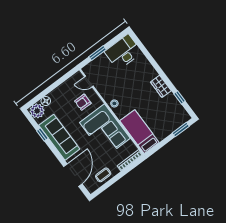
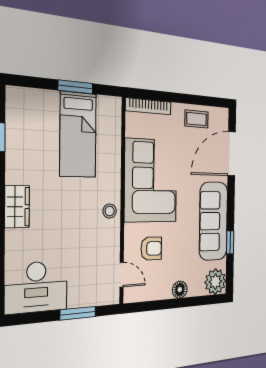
wardrobe: (161, 86) -> (17, 207), moved
floor lamp: (46, 101) -> (180, 290), moved
window: (181, 130) -> (75, 87), moved
bed: (139, 132) -> (78, 135), moved

